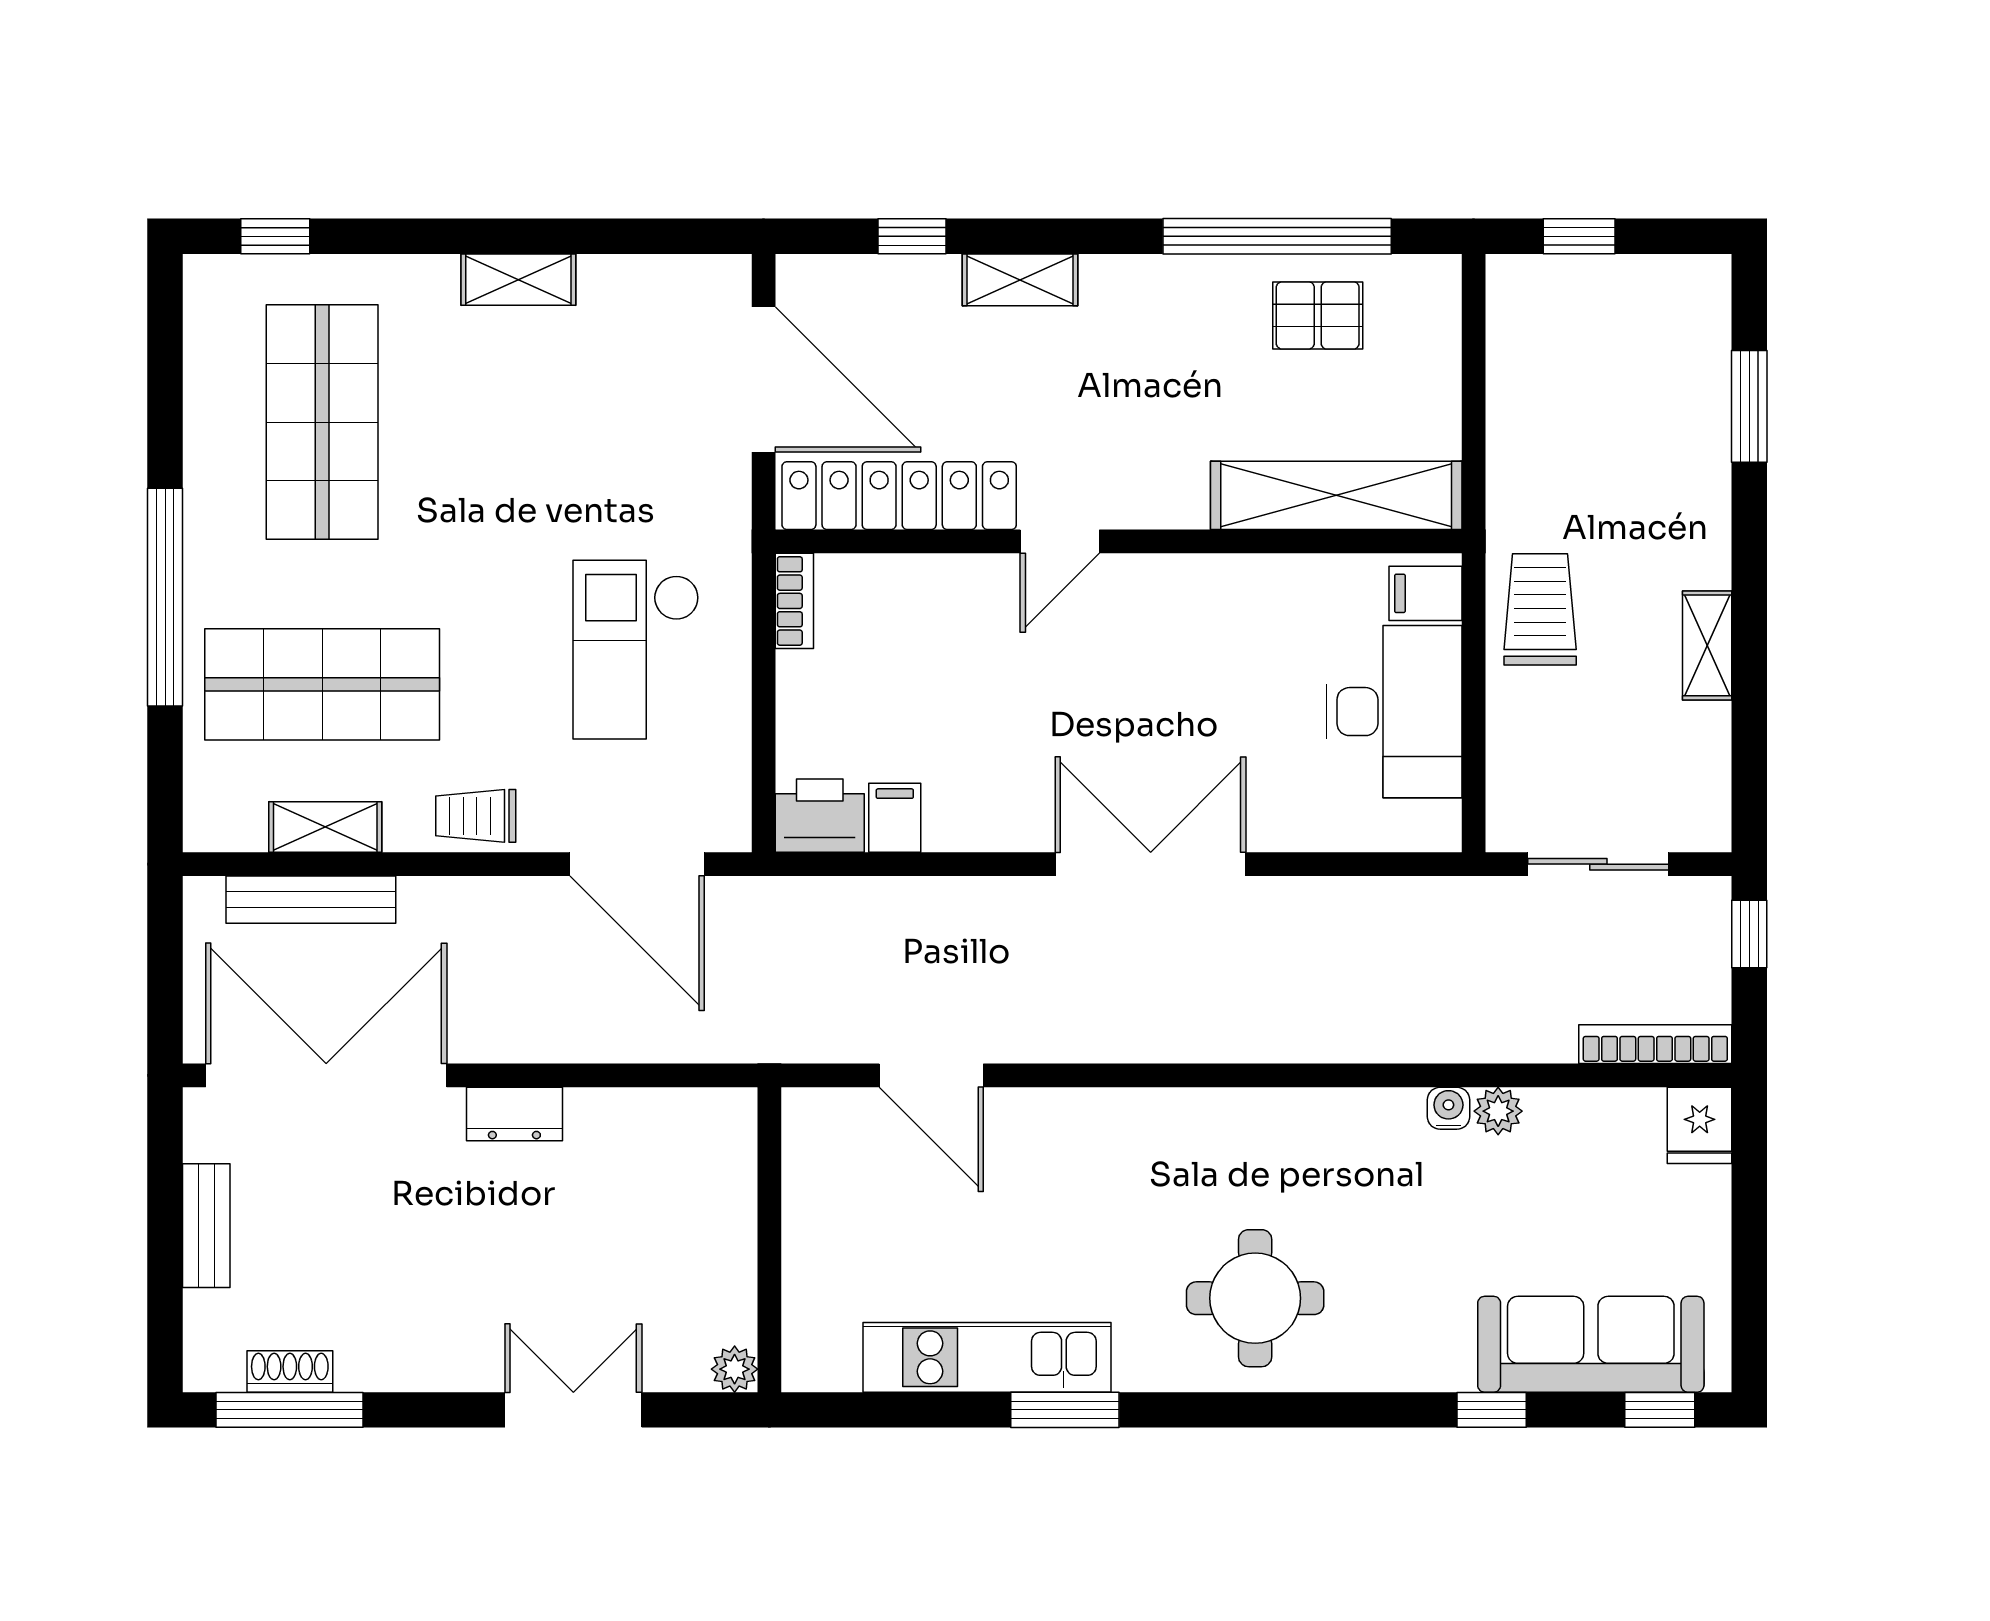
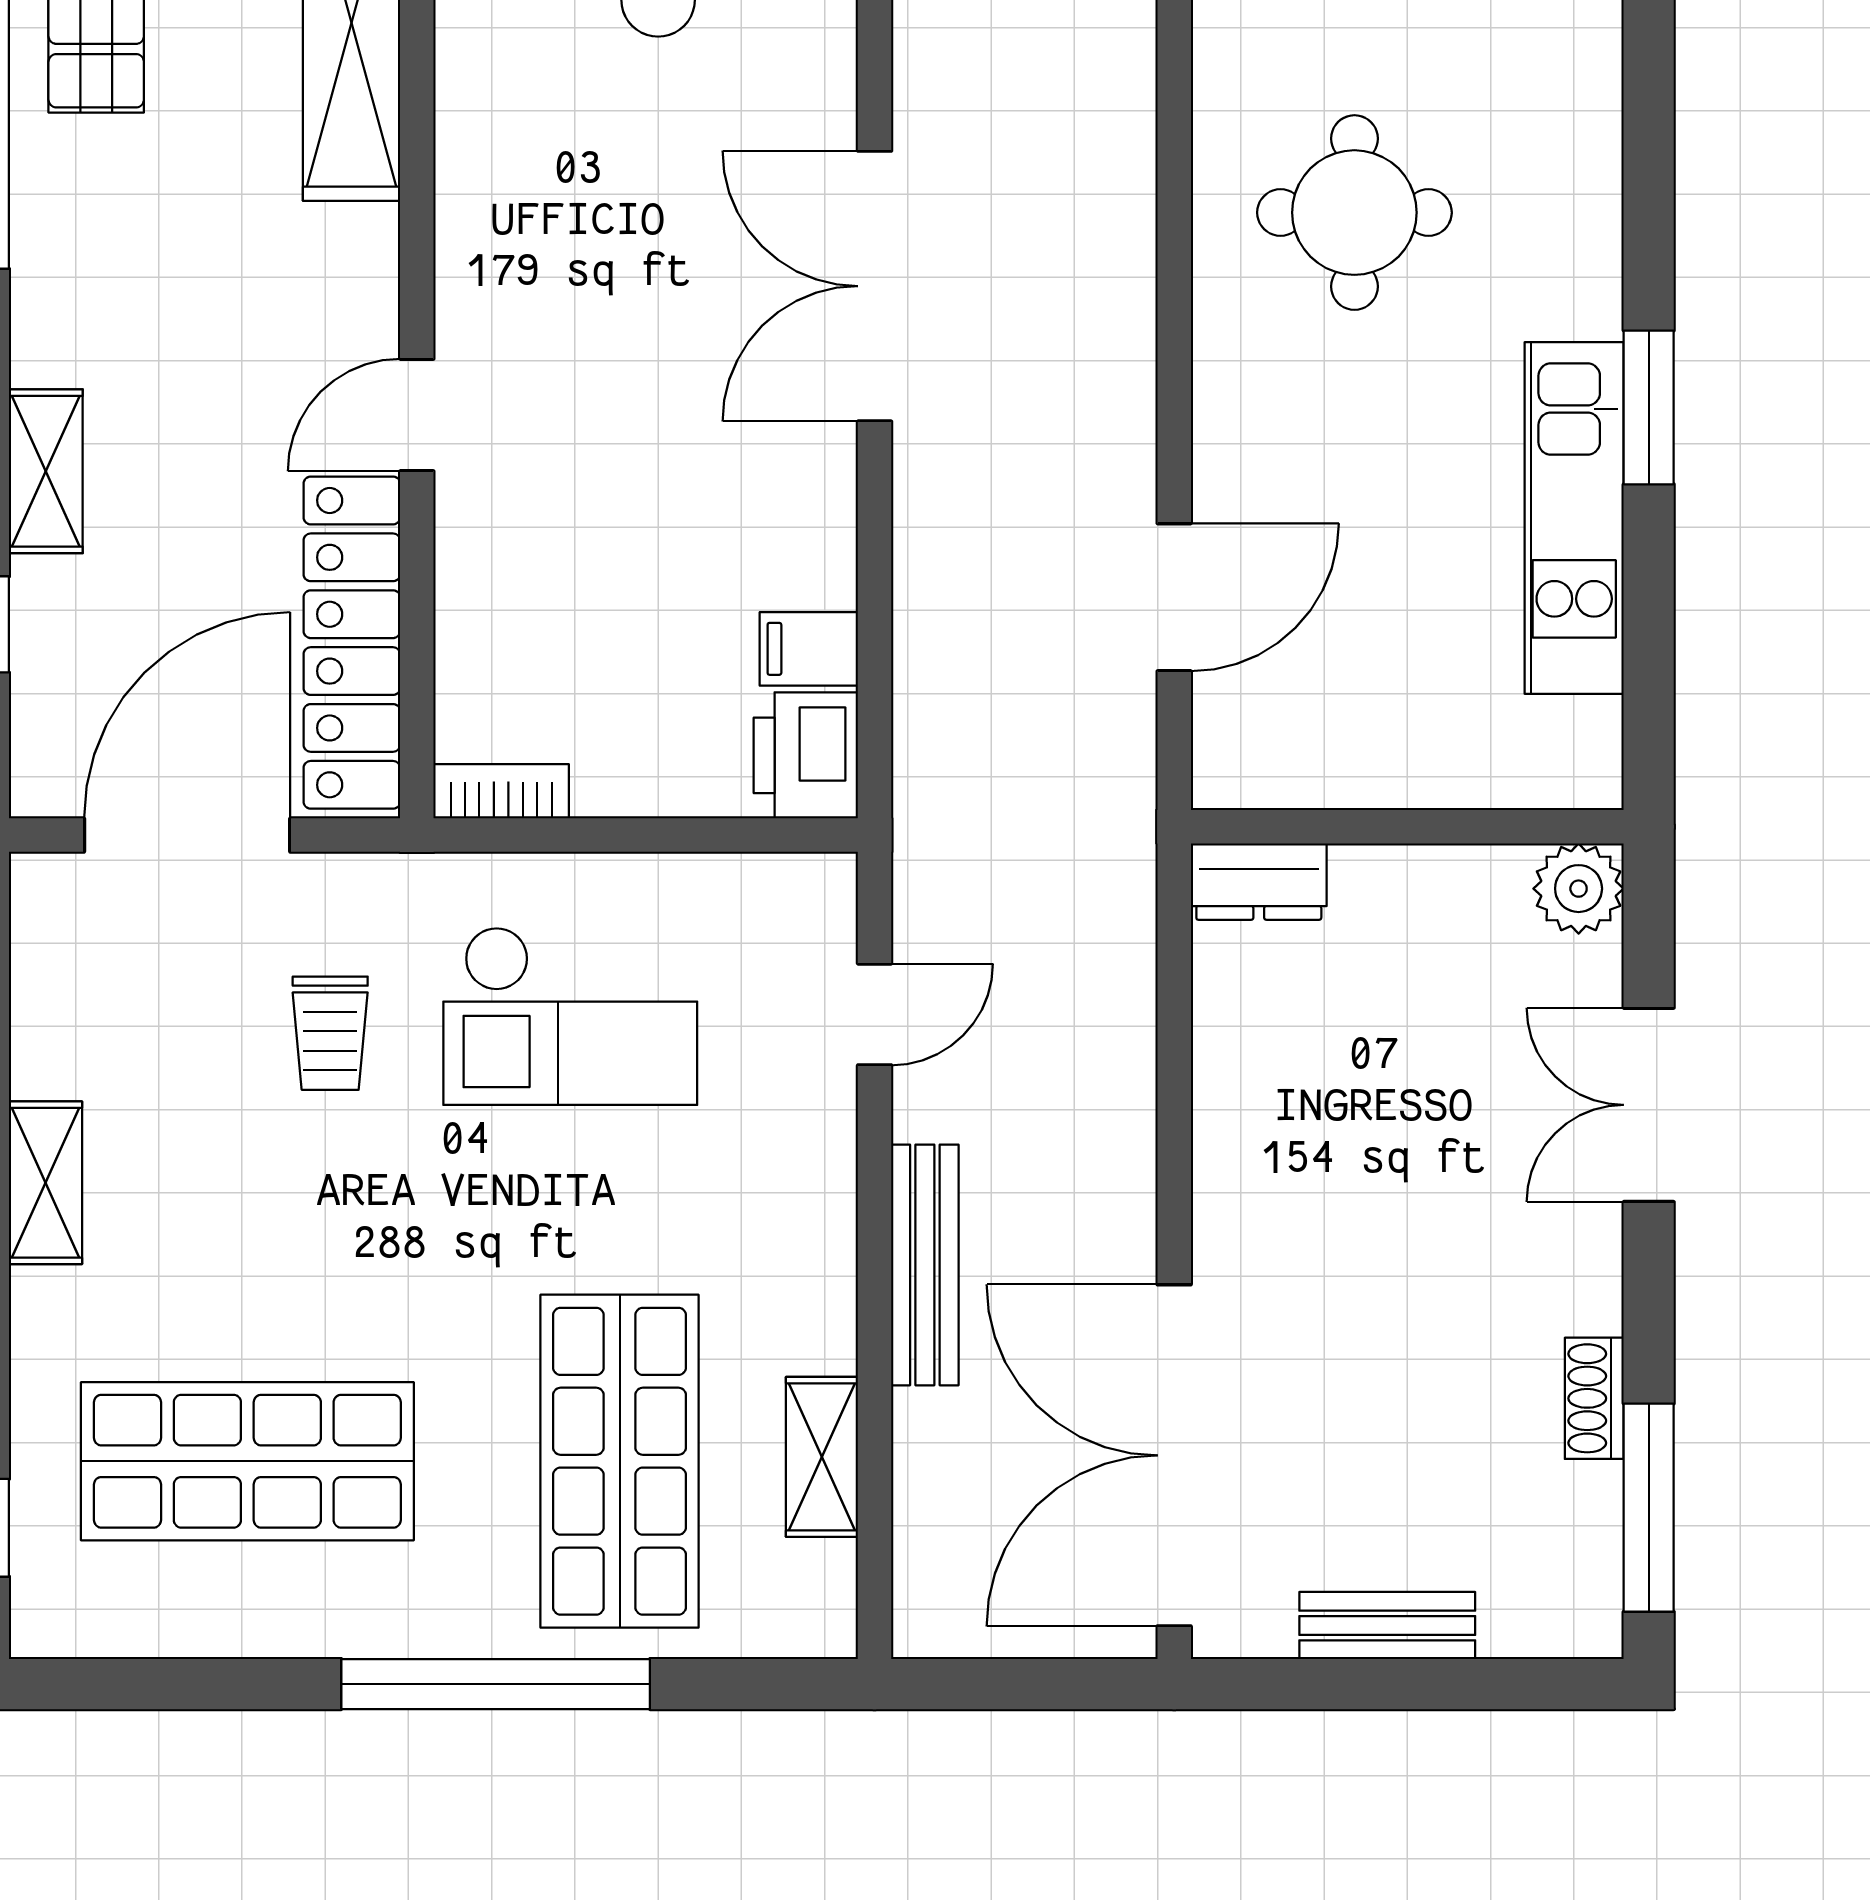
door: (1060, 541) -> (417, 415), swing flipped
trolley: (476, 816) -> (330, 1033), moved
door: (637, 864) -> (875, 1014), width x0.53
bench: (311, 900) -> (925, 1265), moved
dresser: (514, 1114) -> (1259, 882), moved, turned 90
round table: (1255, 1298) -> (1354, 213), moved
plant: (735, 1369) -> (1579, 889), width x1.38, depth x1.38
shoe rack: (290, 1371) -> (1594, 1398), moved

